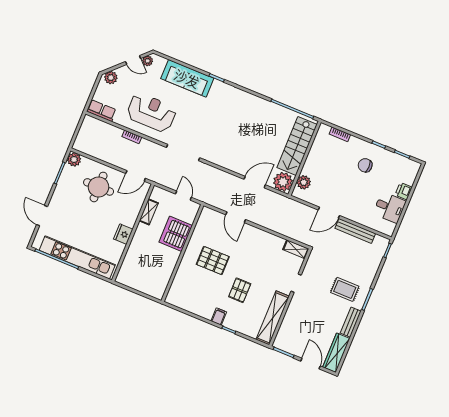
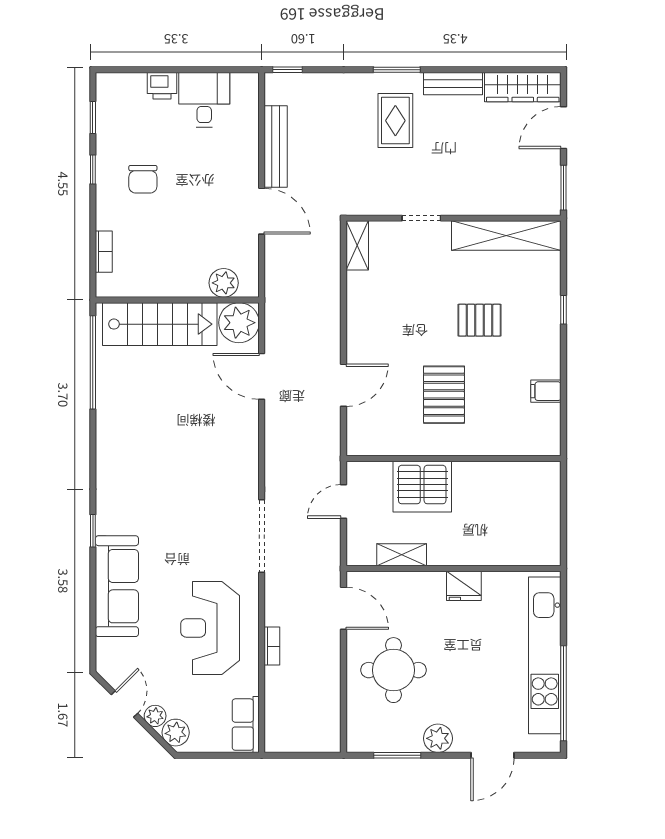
plant: (148, 61) -> (155, 716), moved
plant: (74, 159) -> (438, 738), moved
filing cabinet: (219, 317) -> (546, 391), moved

